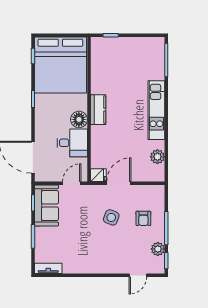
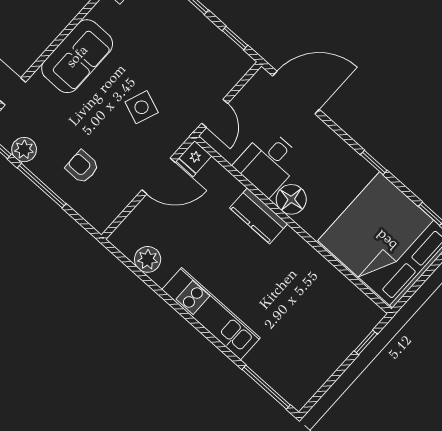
kitchen counter: (98, 110) -> (259, 216), moved
door: (119, 183) -> (158, 176), hinge flipped
sofa: (46, 205) -> (77, 56), moved, turned -90
side table: (111, 217) -> (142, 107), moved

